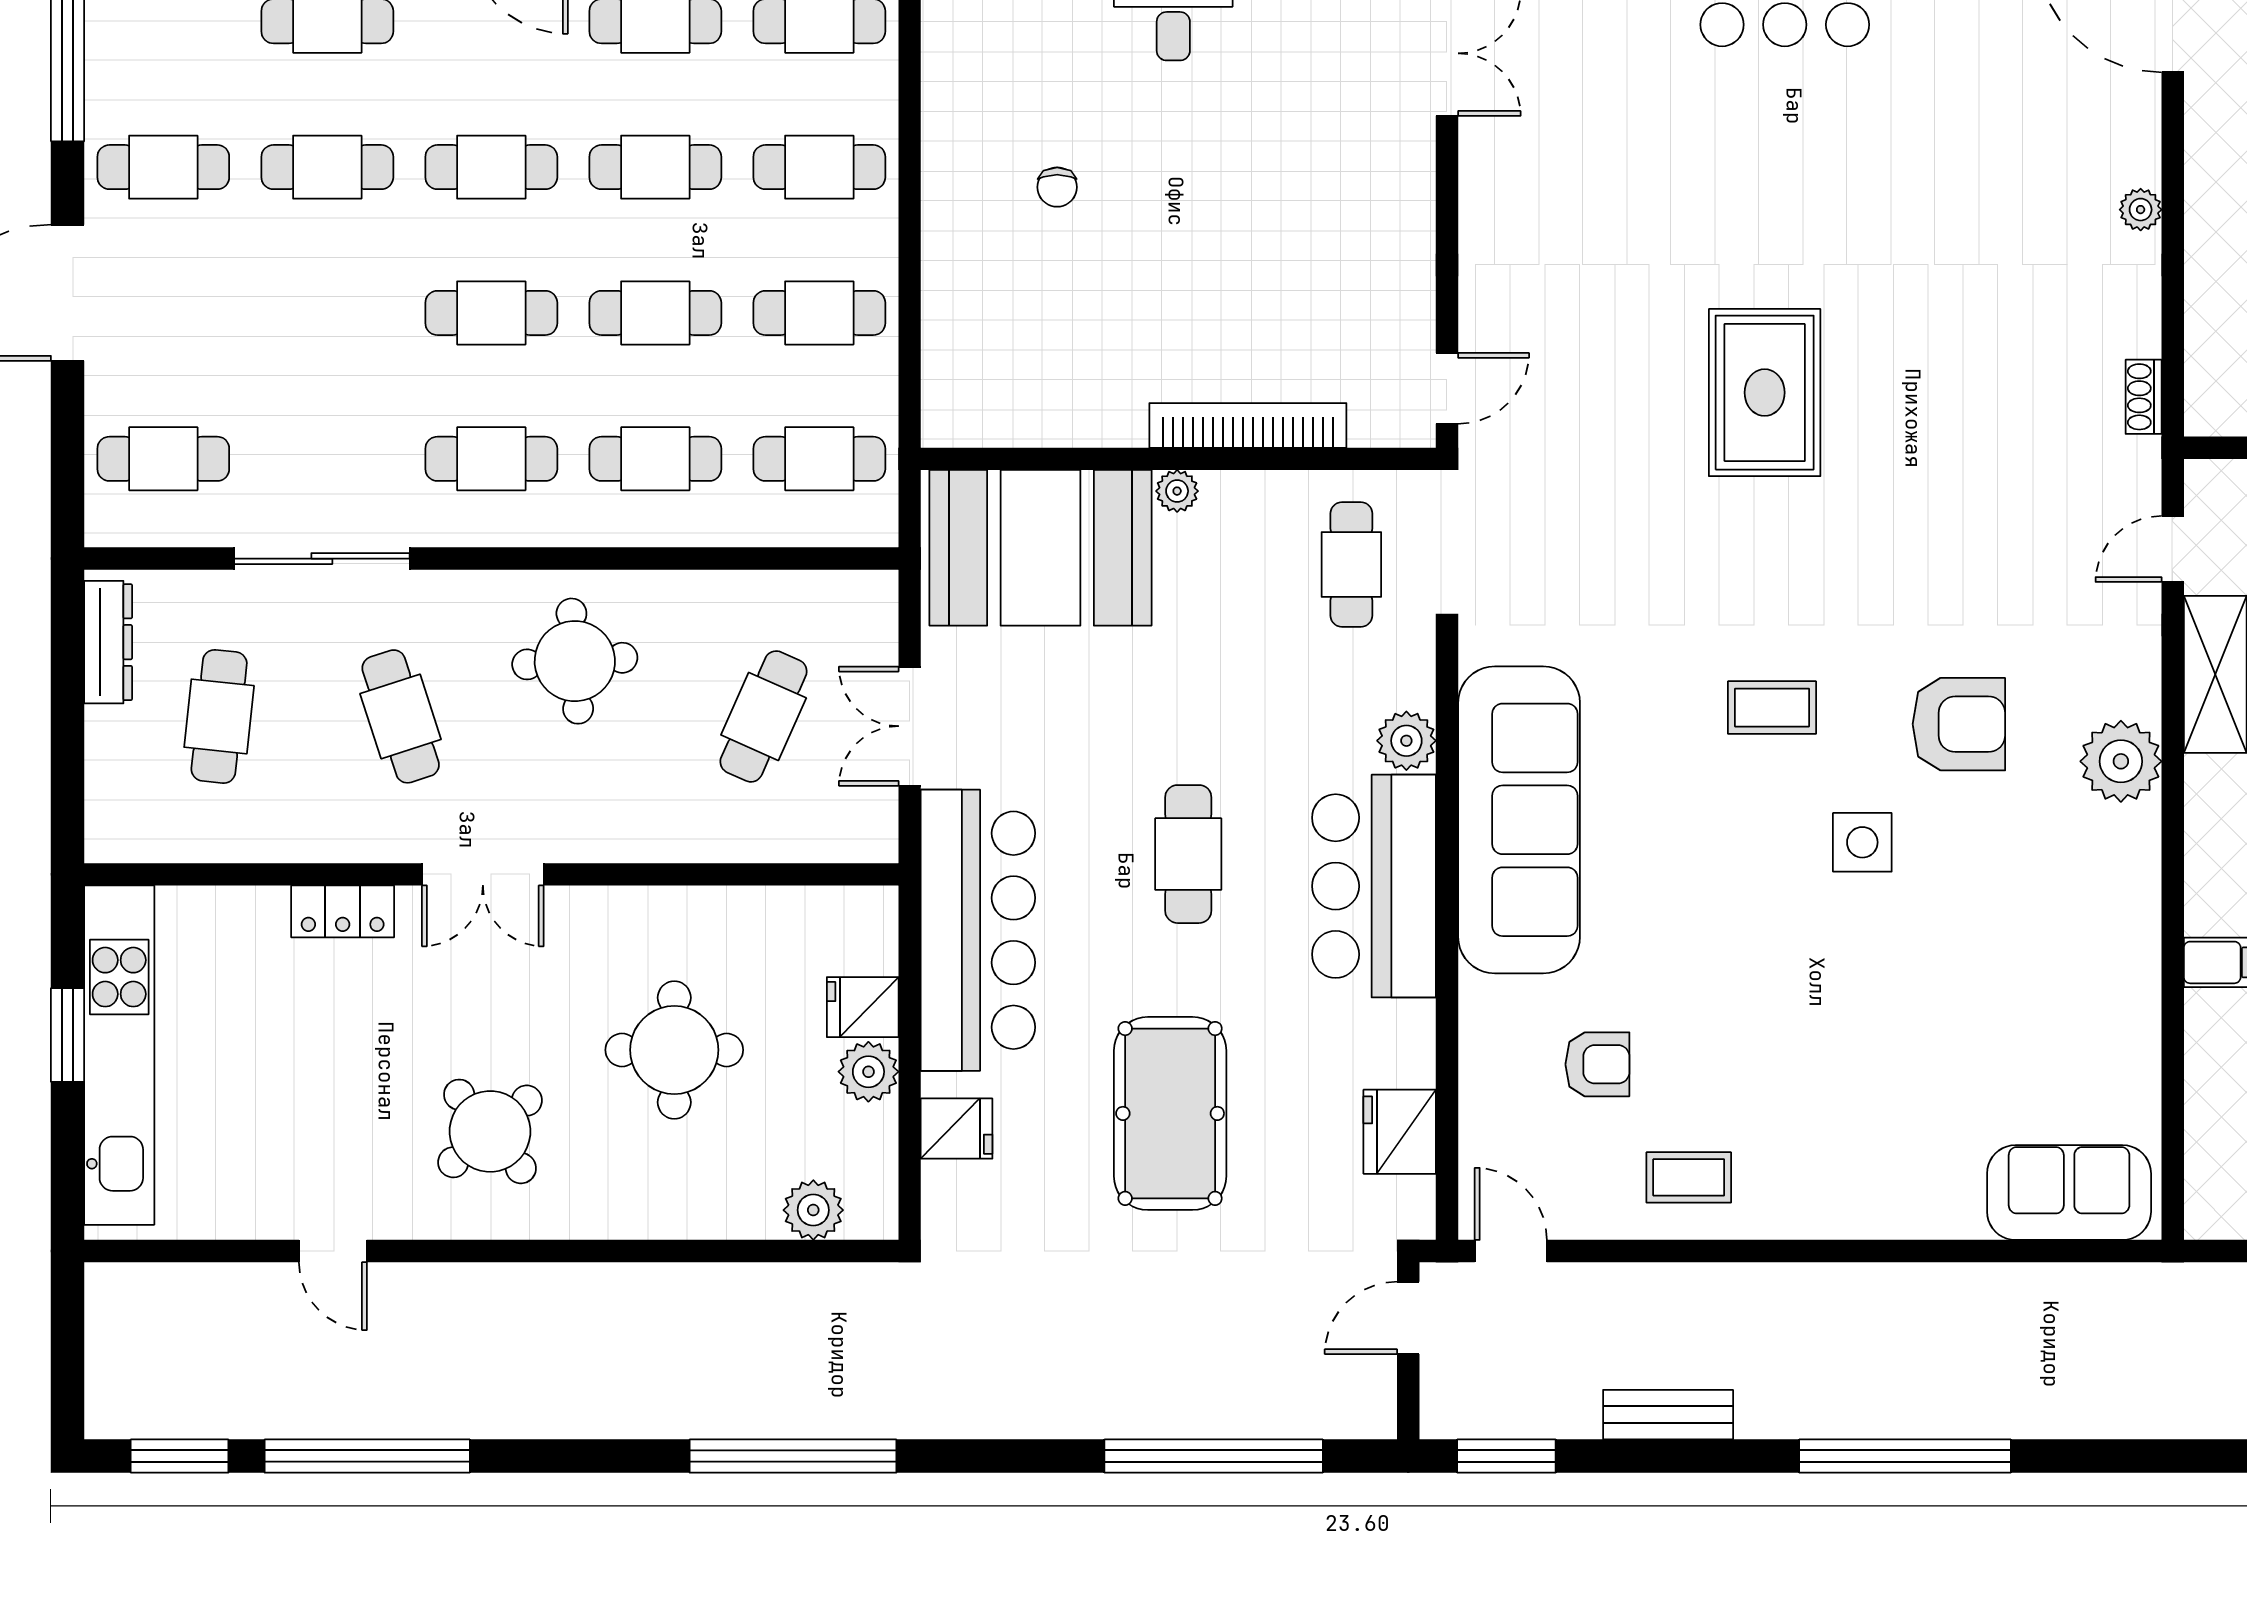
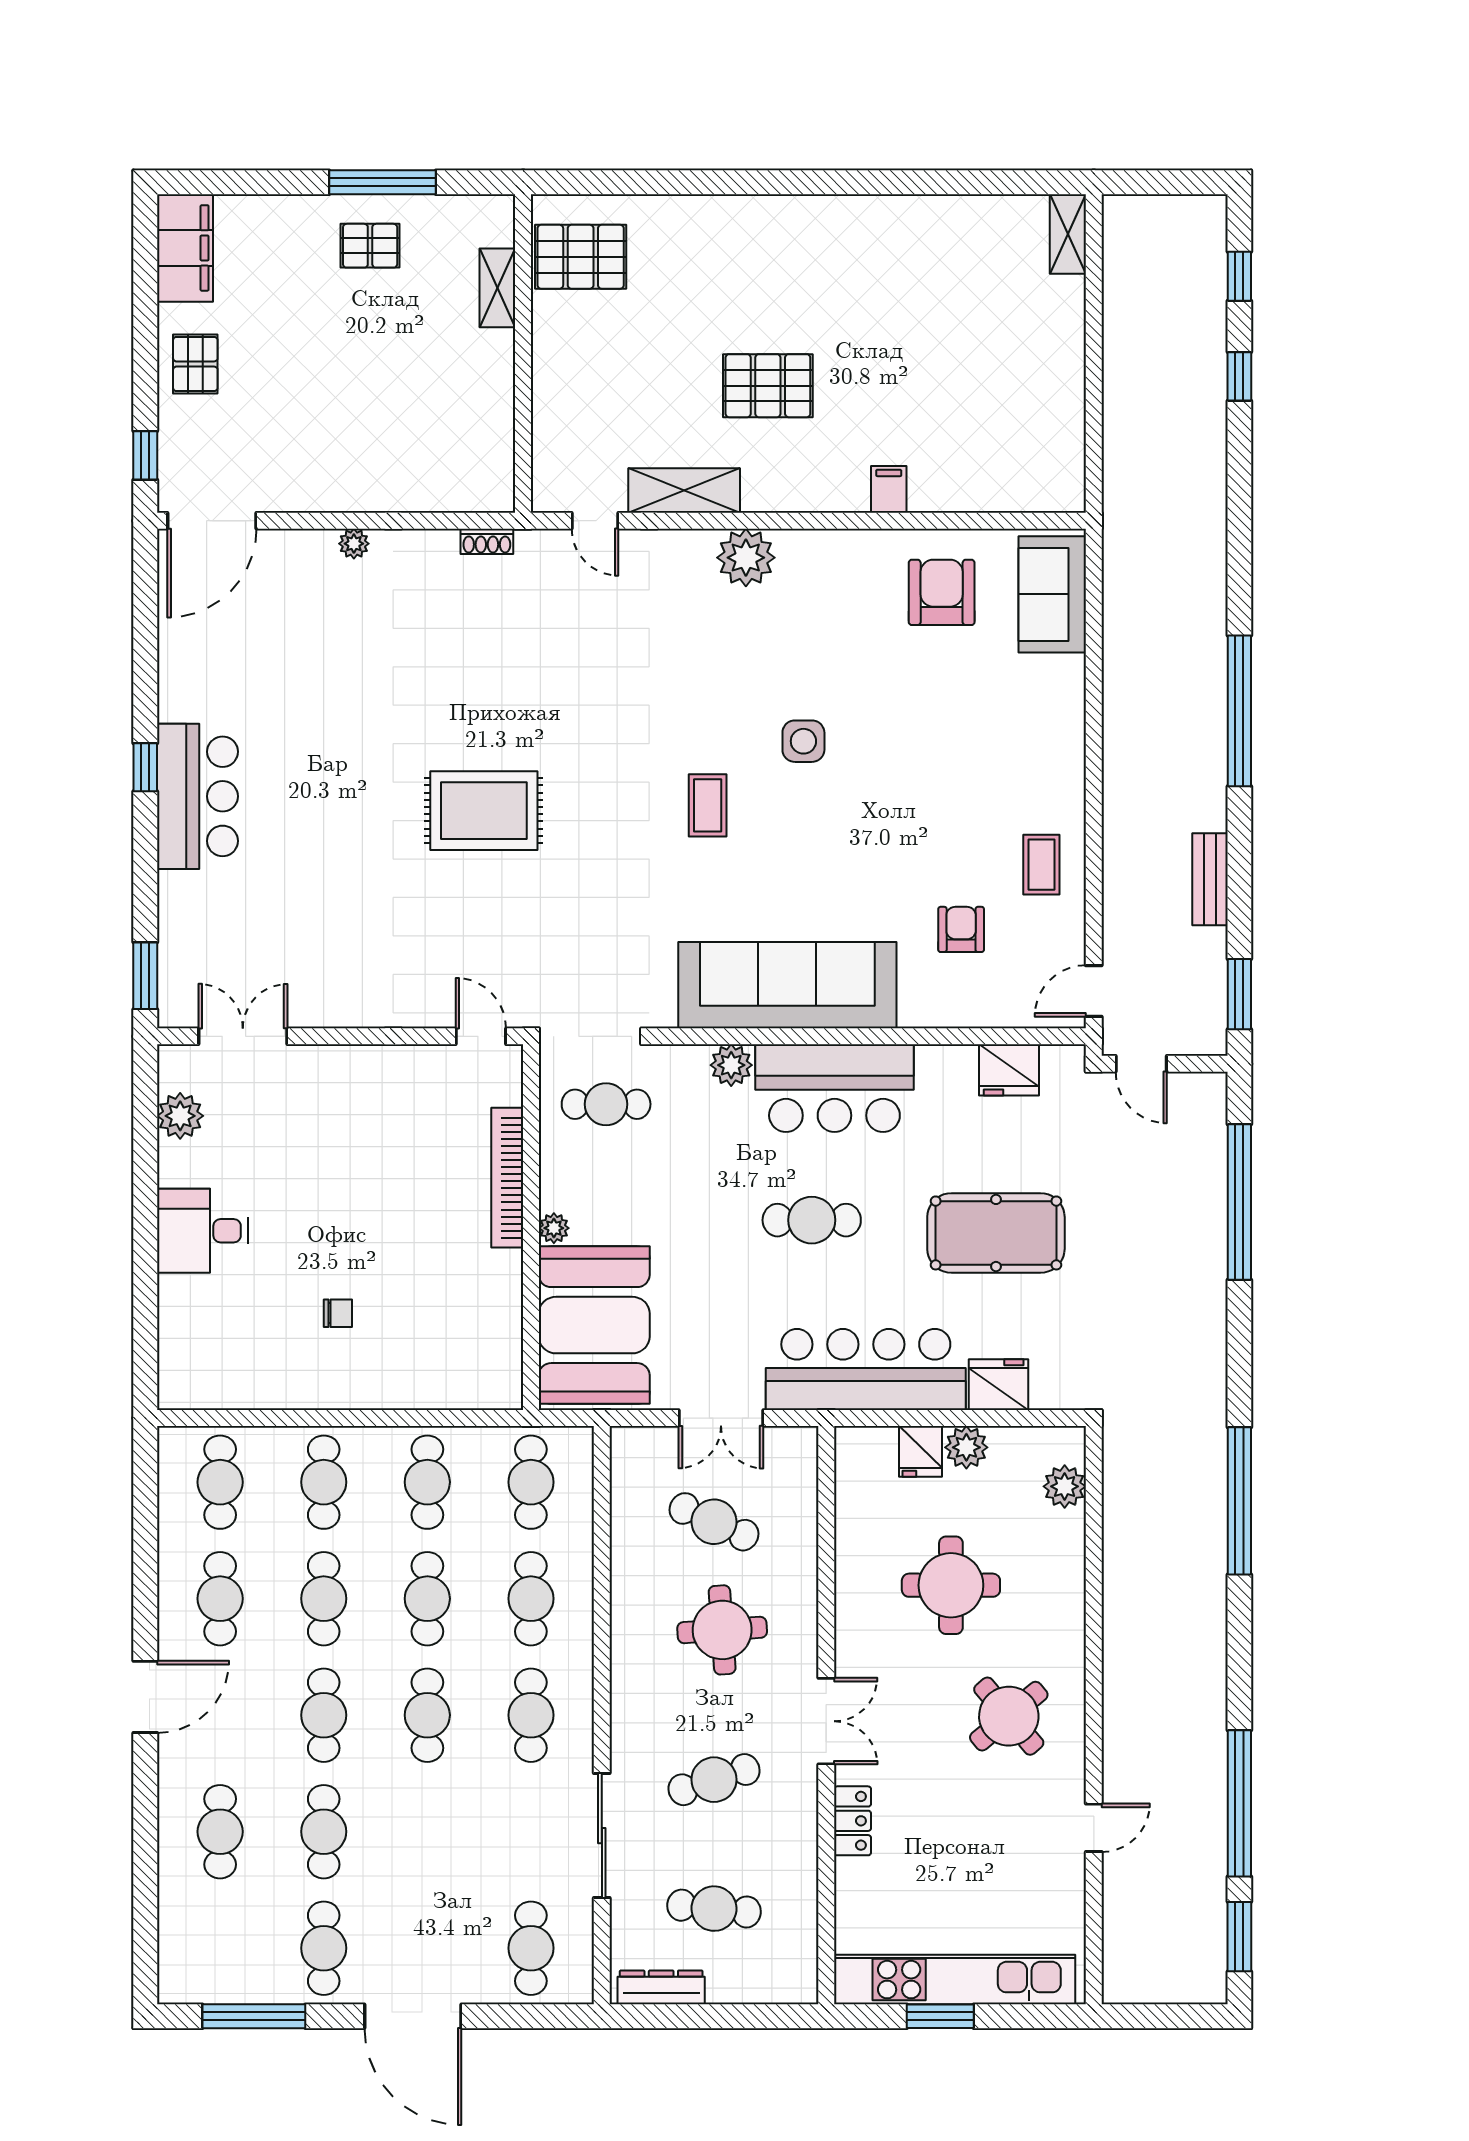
round table: (575, 661) -> (722, 1630), moved
armchair: (1959, 724) -> (942, 592), moved
fridge: (957, 1129) -> (998, 1385), width x1.38

